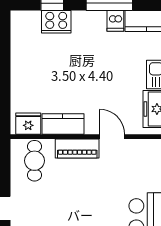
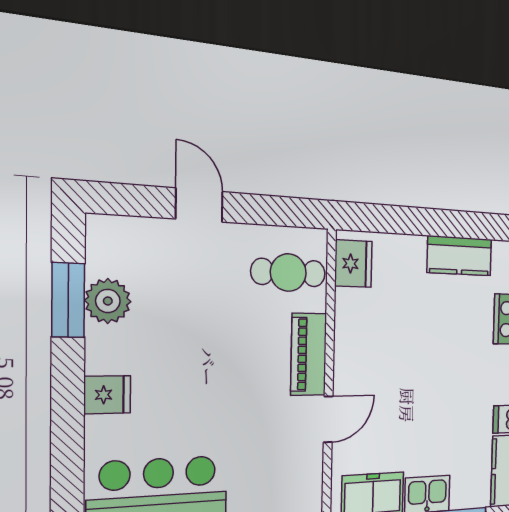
kitchen counter: (63, 124) -> (460, 256), moved, turned 90

